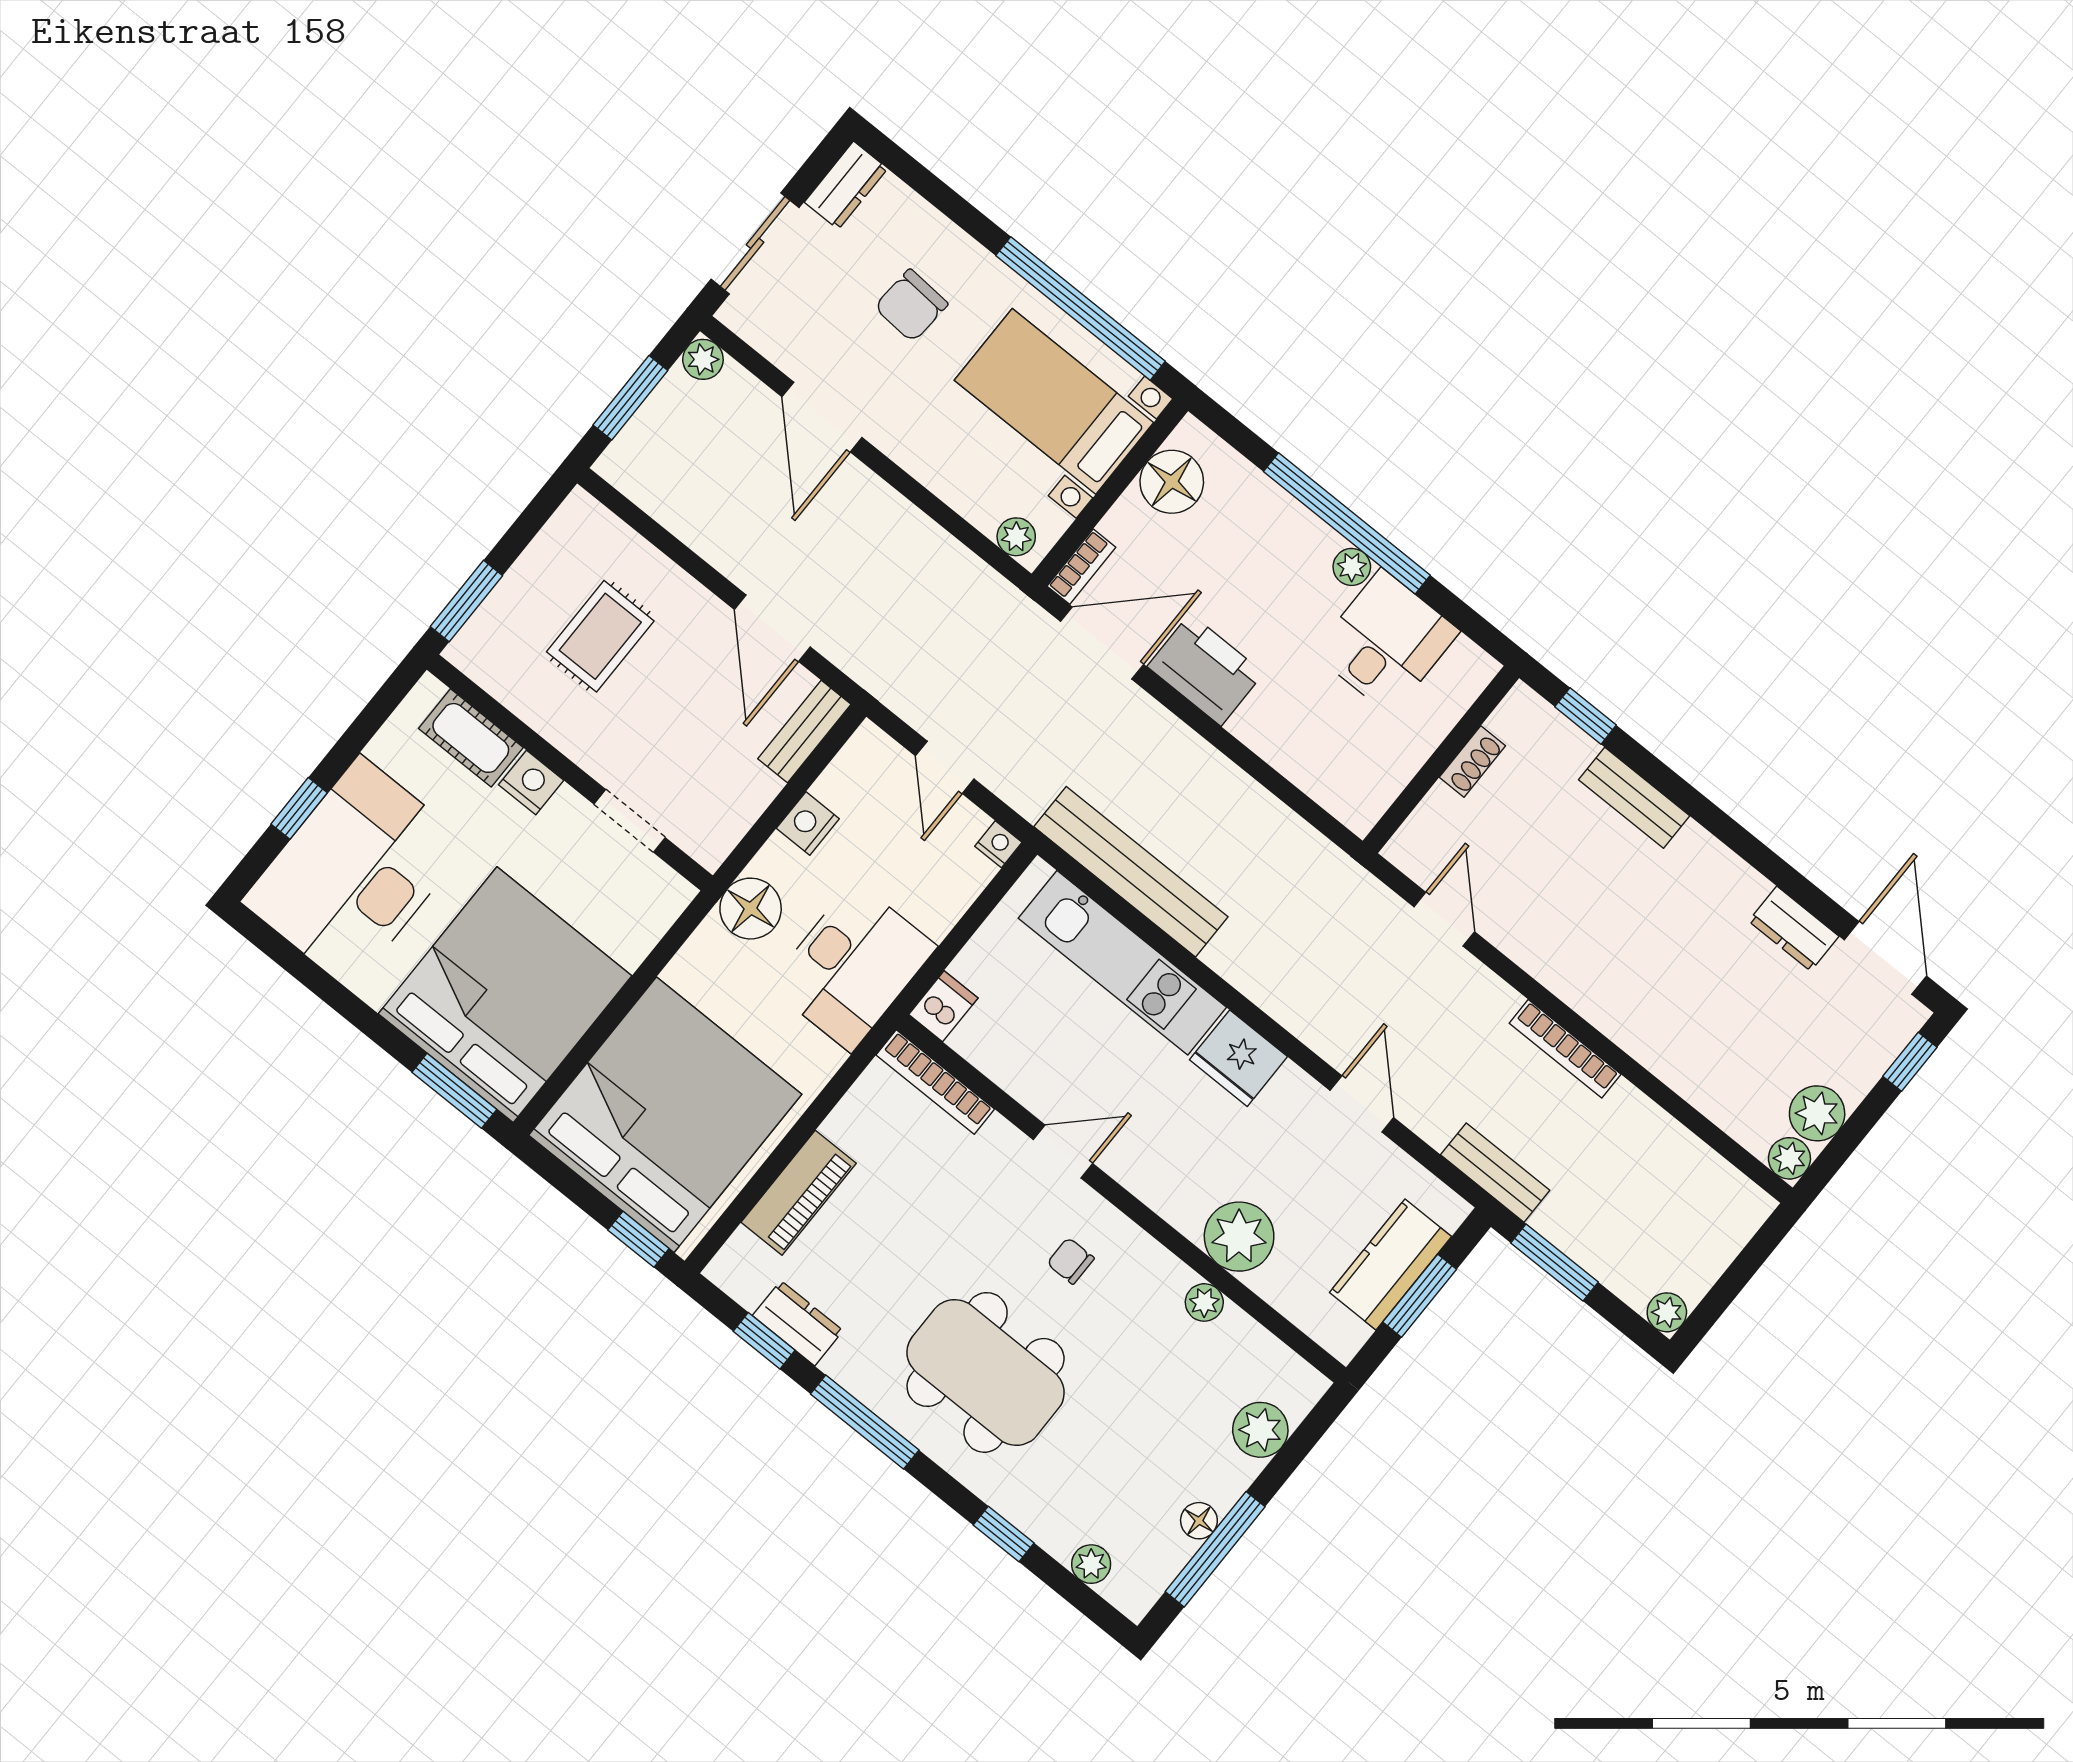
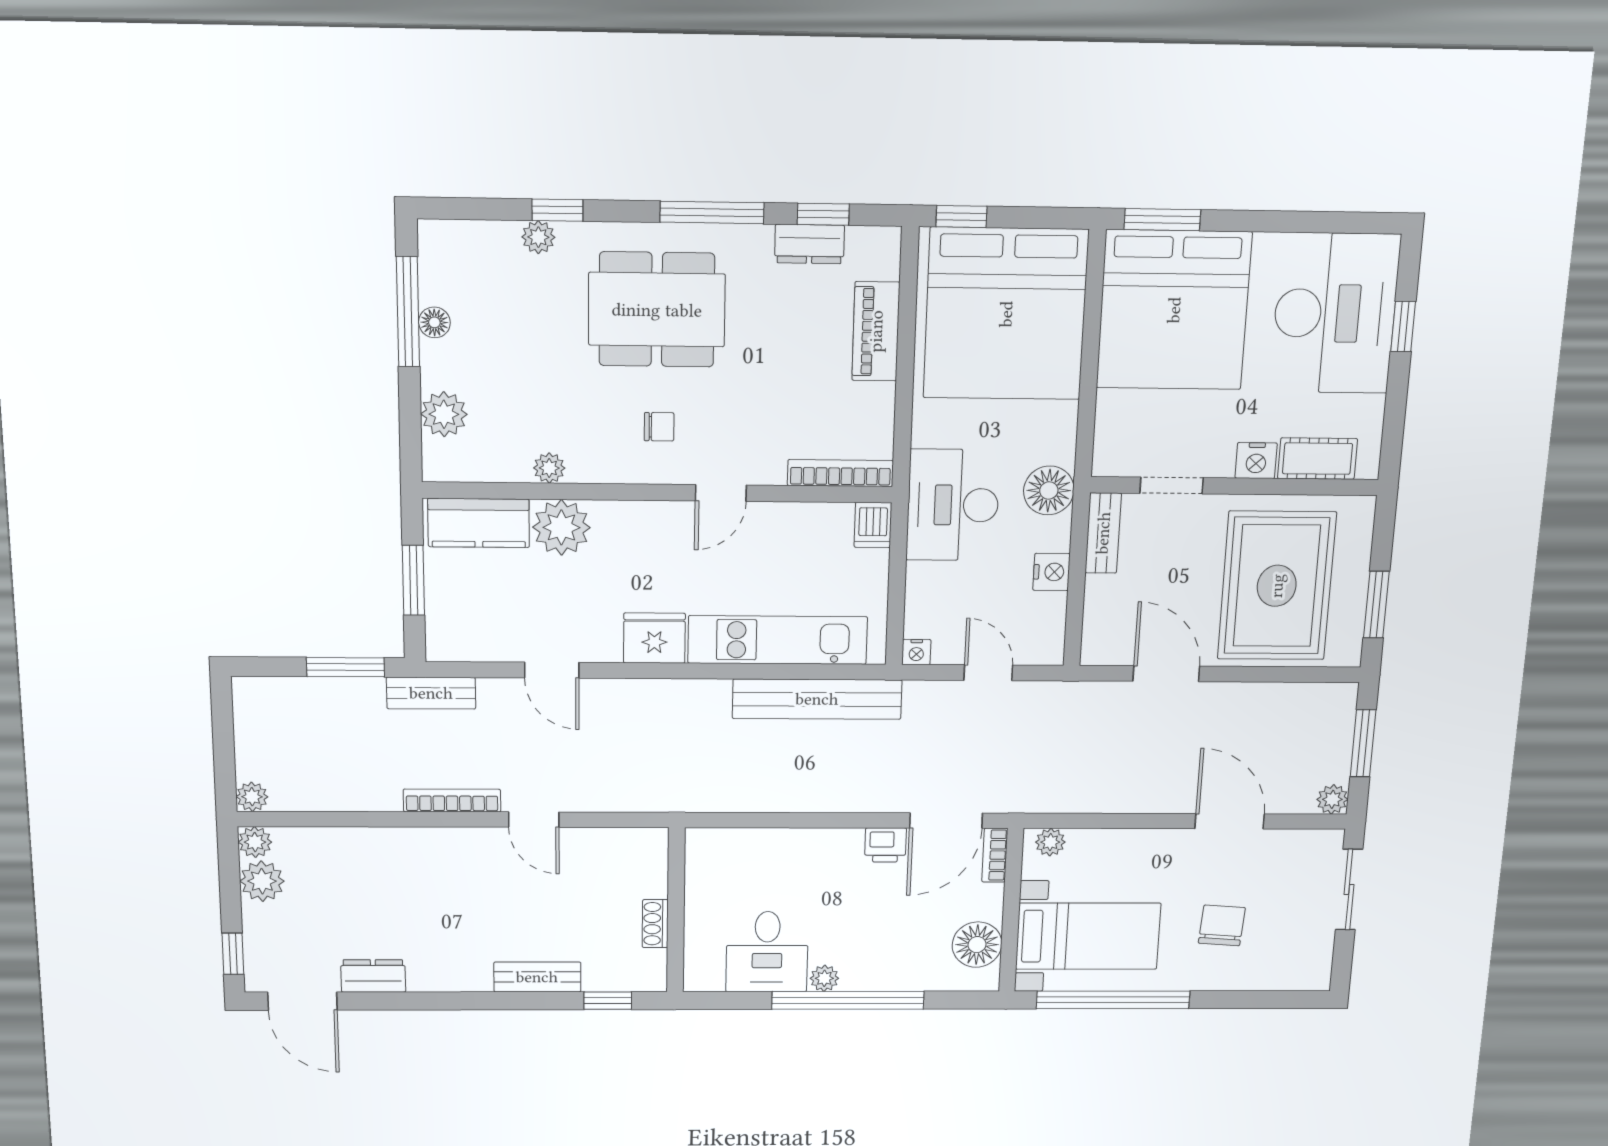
dresser: (846, 185) -> (1316, 963), removed
window: (466, 601) -> (1376, 605), moved
rug: (600, 636) -> (1277, 586), width x1.86, depth x2.06
printer: (1205, 670) -> (885, 845), width x0.53, depth x0.68
bench: (804, 731) -> (1103, 533), moved
door: (1444, 919) -> (534, 820), moved
kitchen counter: (1390, 1264) -> (479, 523), moved, turned 90
plant: (1667, 1312) -> (252, 797), moved
plant: (1091, 1564) -> (538, 237), moved

